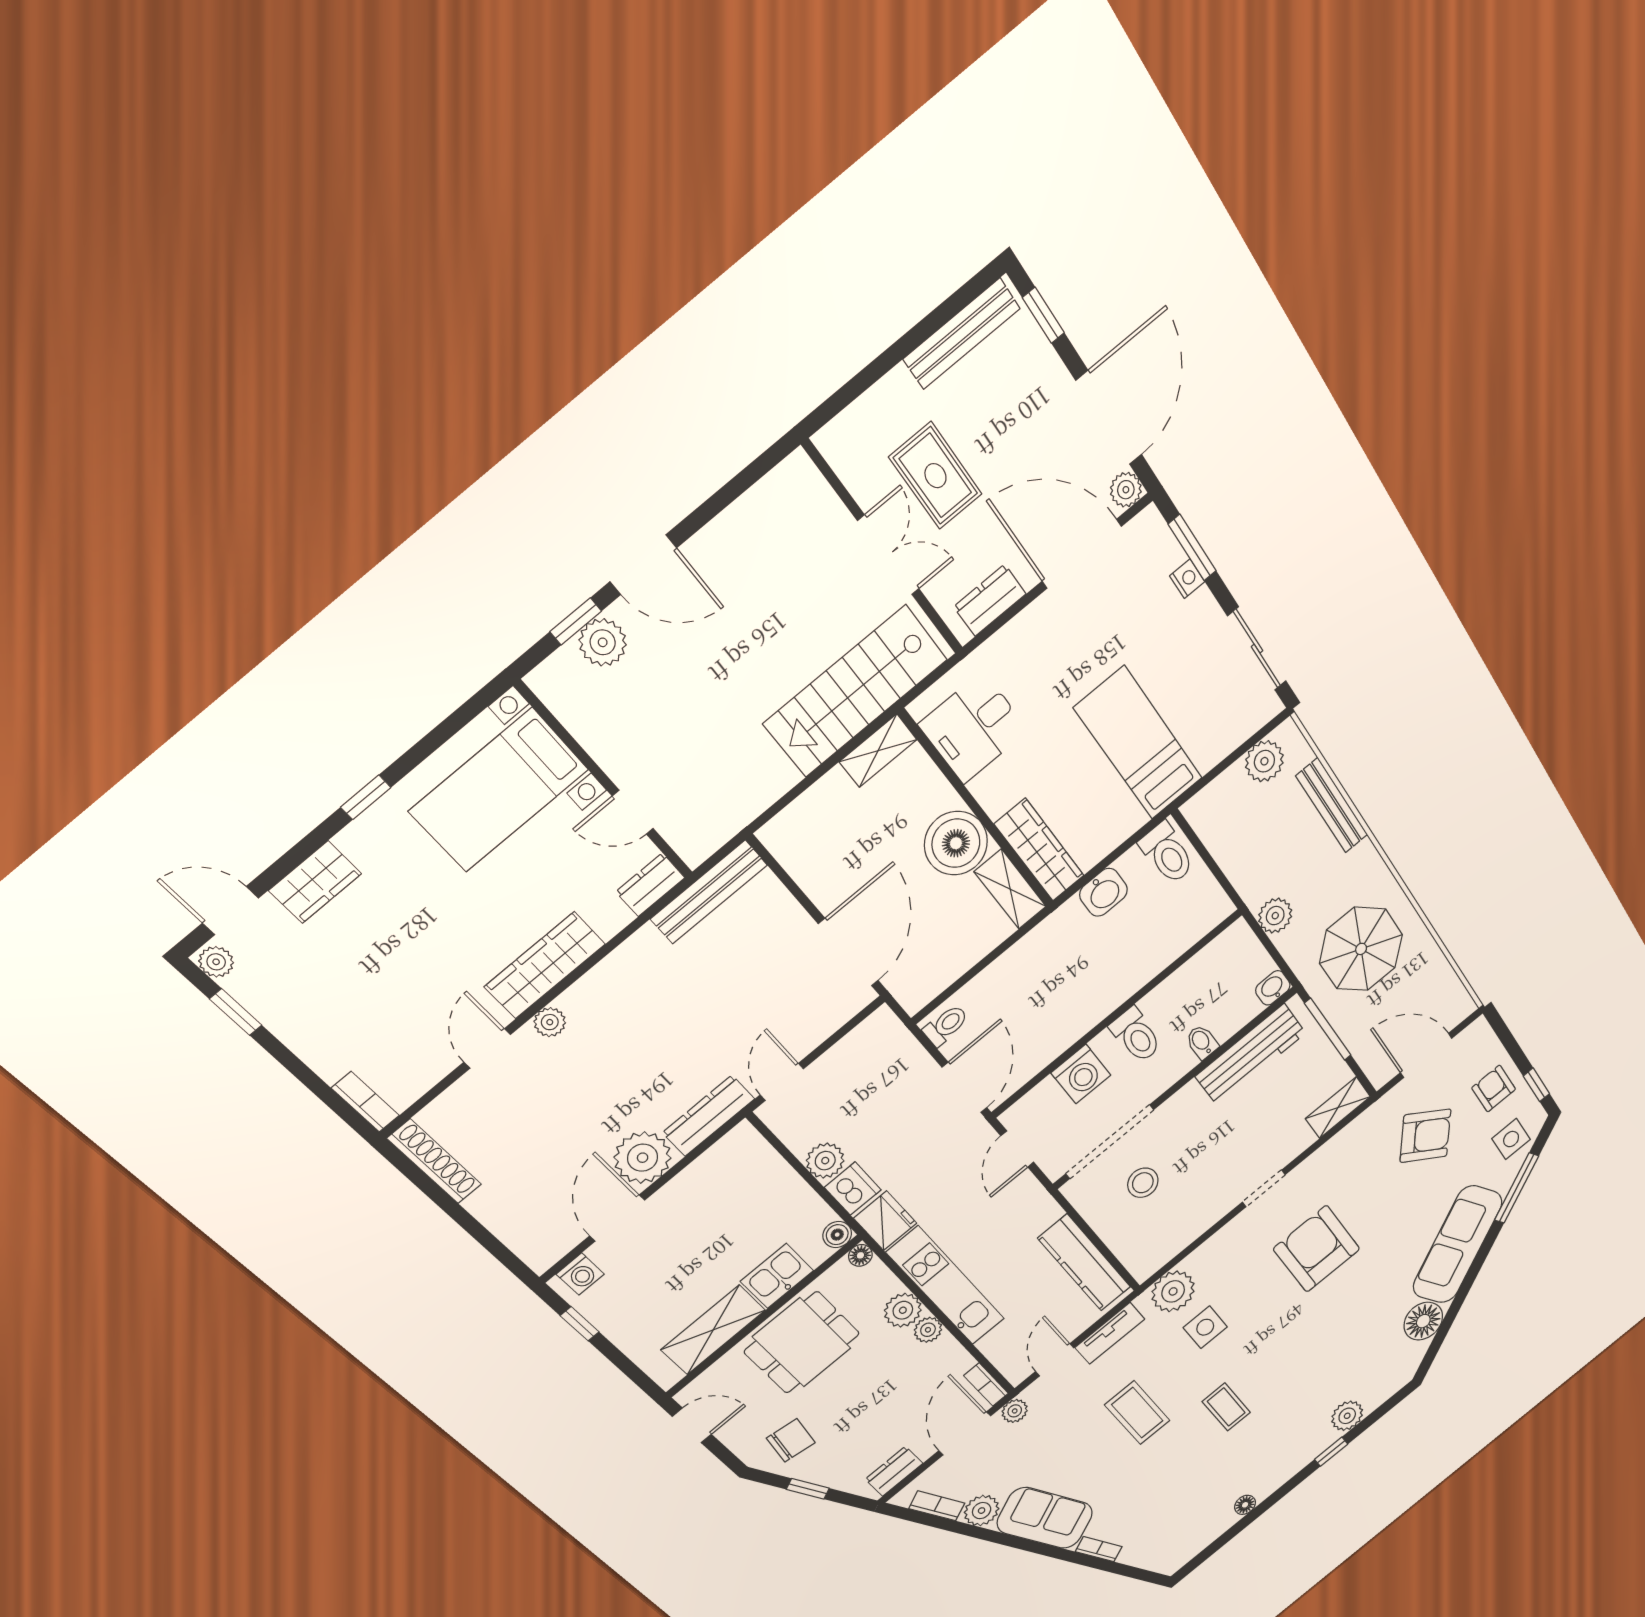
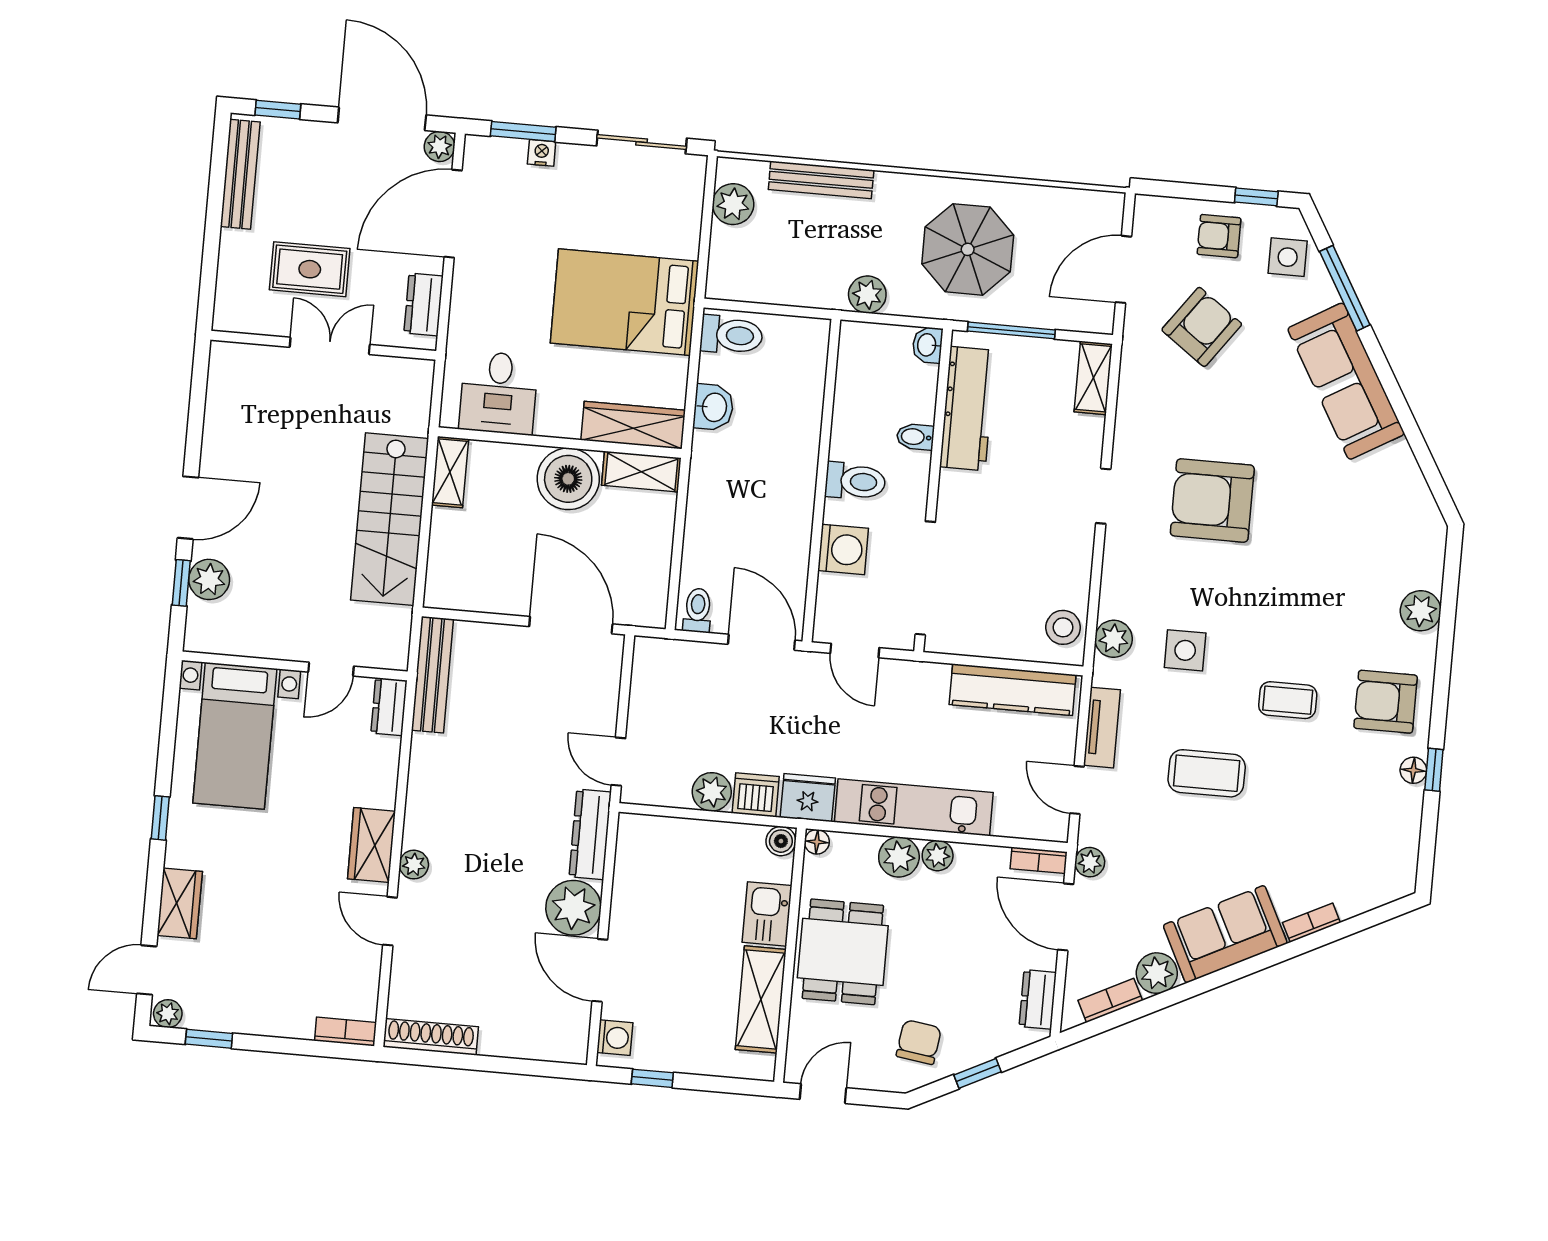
stairs: (855, 691) -> (390, 519), moved
bed: (1138, 743) -> (624, 302), width x1.50
wardrobe: (545, 965) -> (371, 845), width x0.67
stool: (1143, 1183) -> (1063, 627), moved
plant: (1173, 1291) -> (1114, 639), width x0.73, depth x0.73
floor lamp: (1423, 1321) -> (1394, 470), removed
window: (1331, 1452) -> (1434, 770), moved
armchair: (1274, 1453) -> (1386, 702), added

